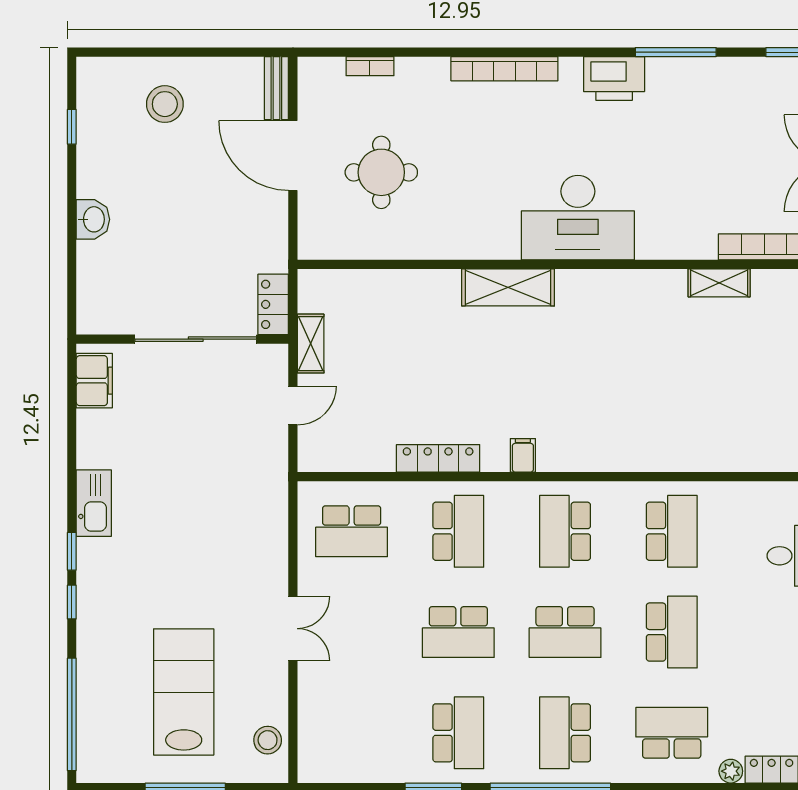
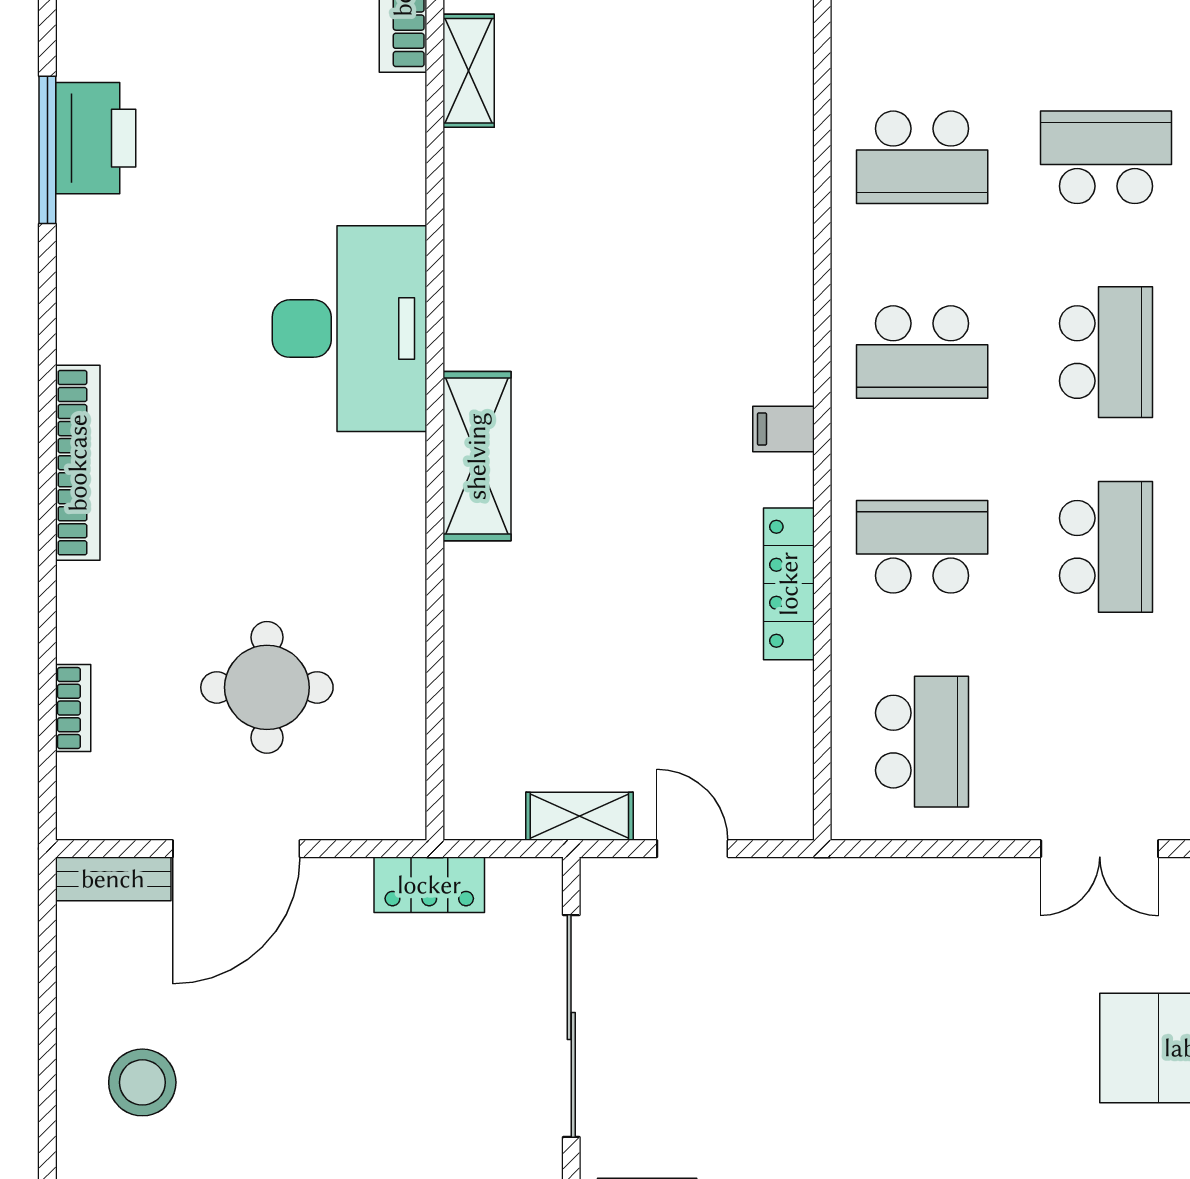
printer: (614, 78) -> (96, 138), moved
locker: (273, 304) -> (429, 885), moved
school desk: (672, 531) -> (922, 157), turned 180
double door: (293, 629) -> (1100, 849), swing flipped

